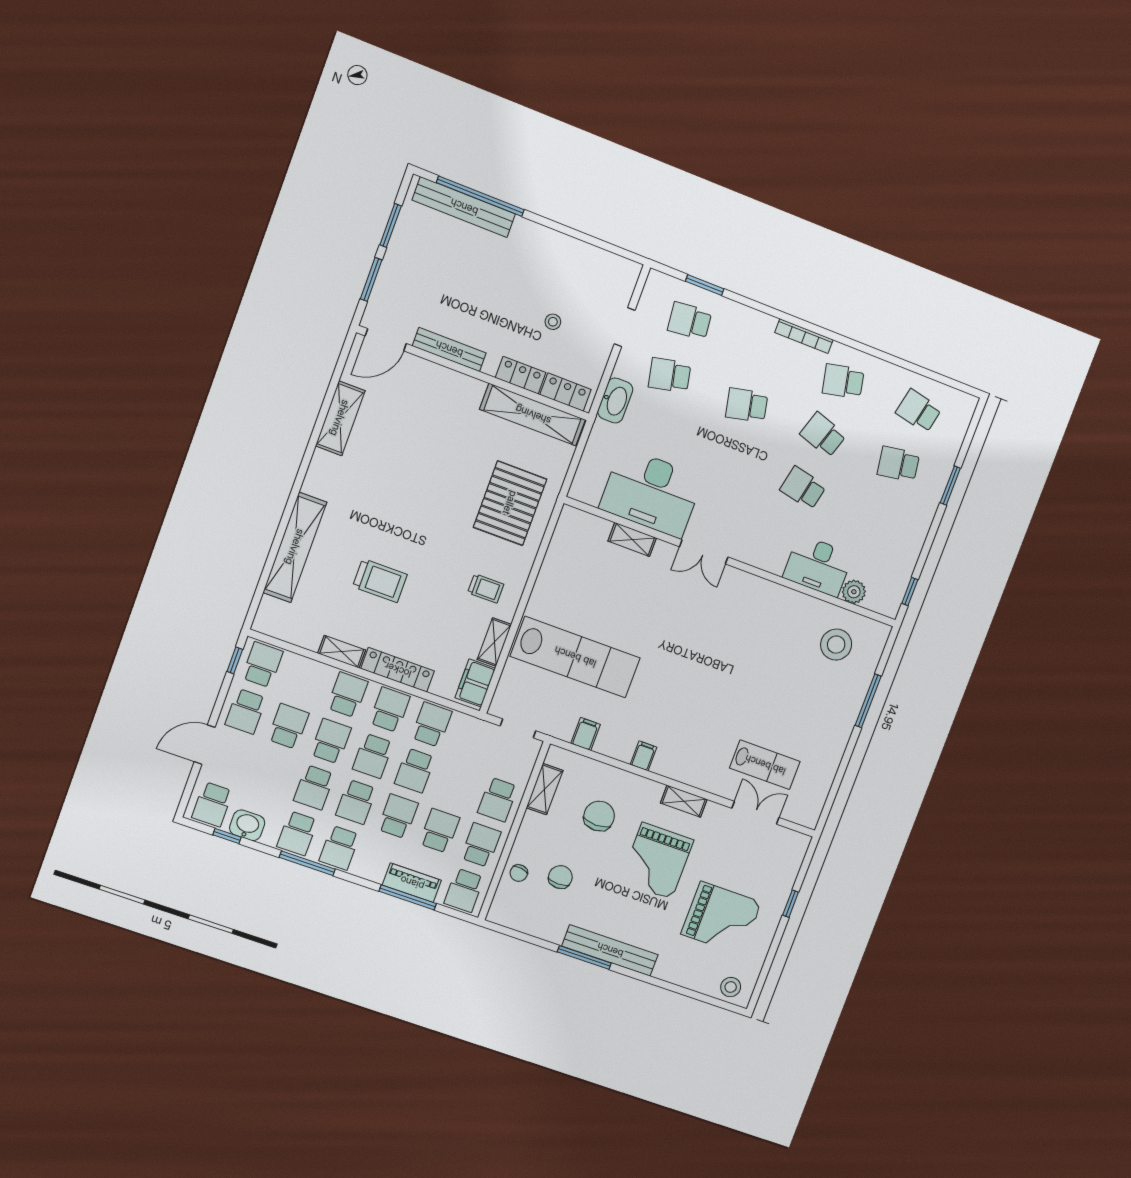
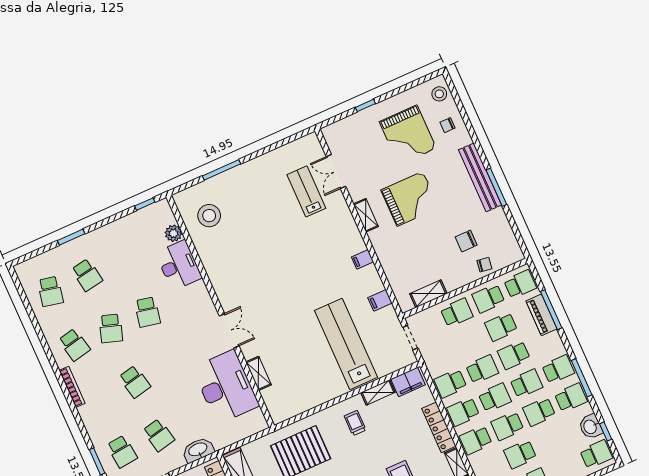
school desk: (314, 787) -> (539, 412), turned 180
chair: (599, 816) -> (447, 125), moved, width x0.54, depth x0.54
grand piano: (721, 918) -> (408, 135), turned 180

